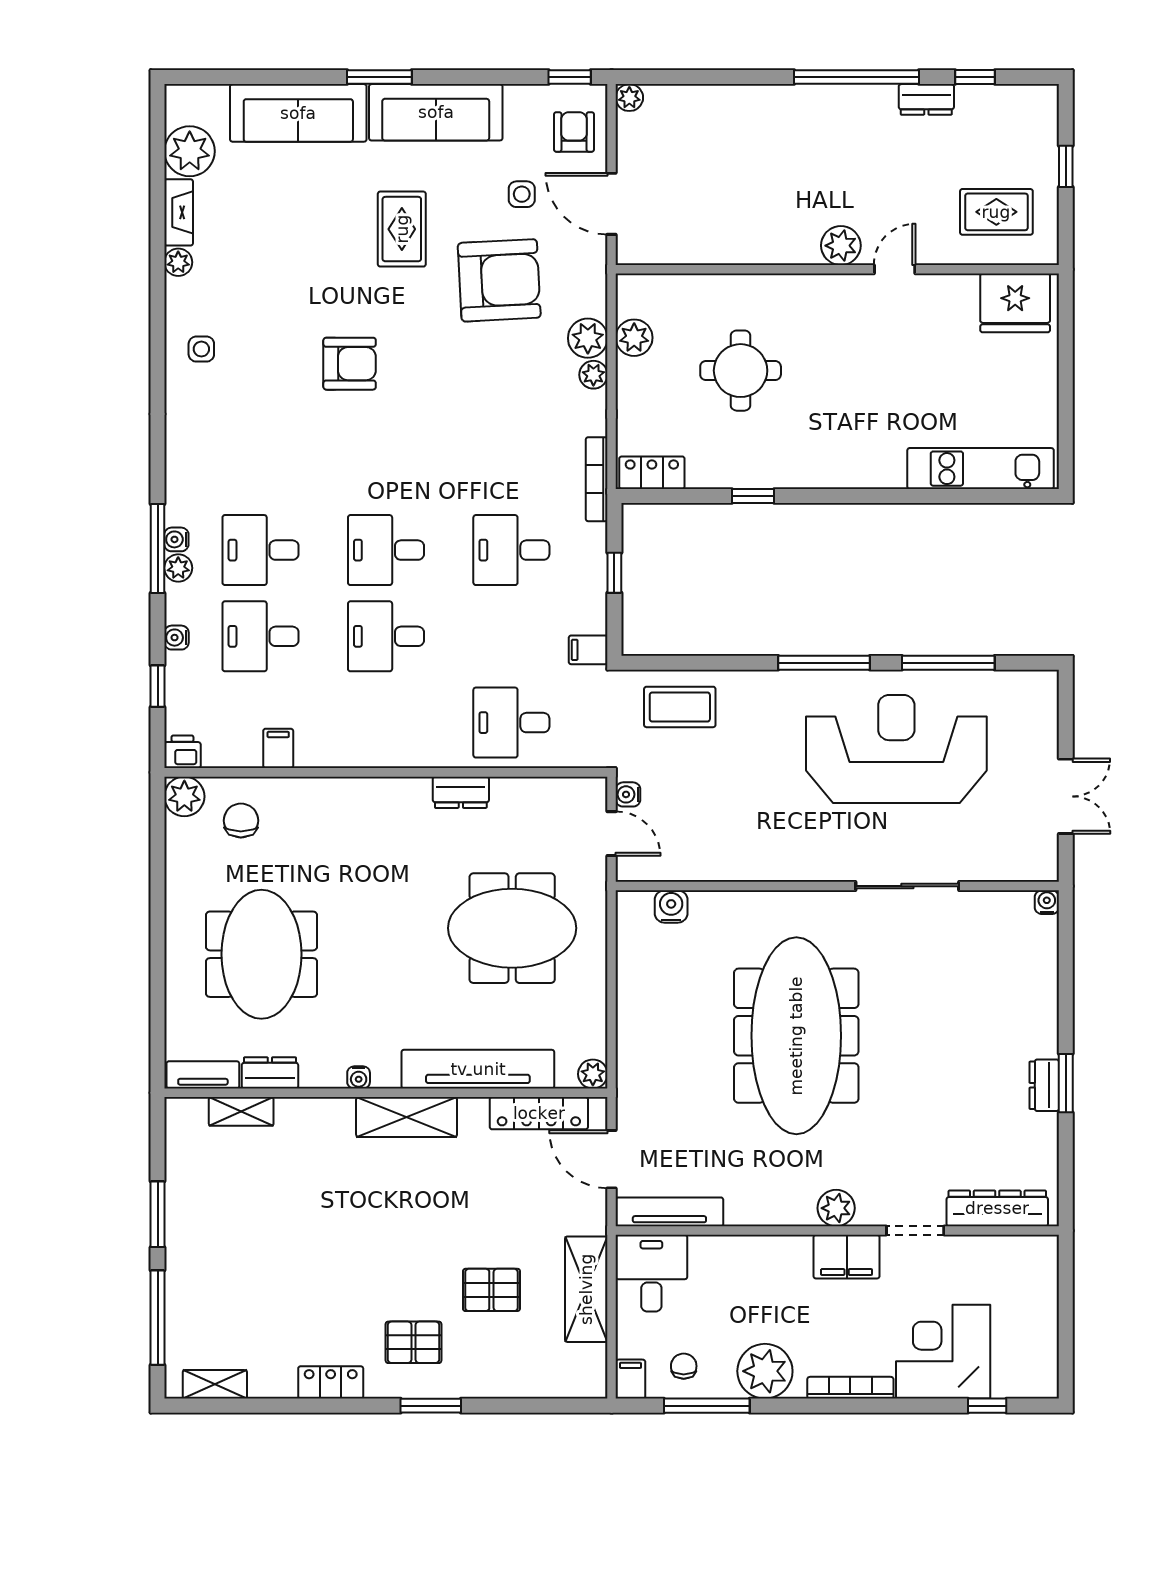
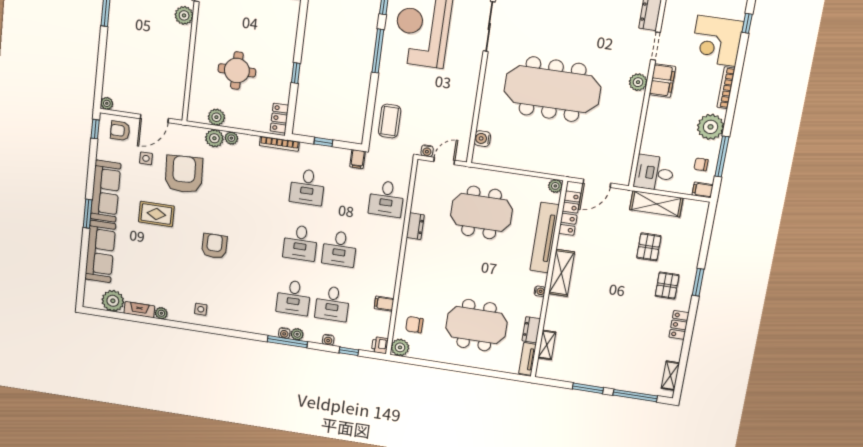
meeting table: (512, 928) -> (481, 212), turned 90
tv unit: (669, 1212) -> (626, 160), removed

